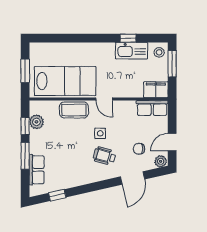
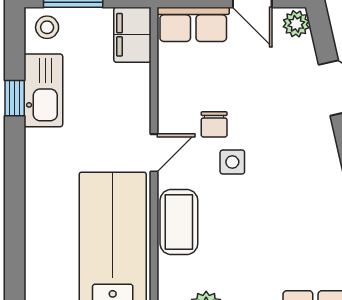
row of seats: (152, 108) -> (193, 24), moved, turned 90
chair: (139, 149) -> (214, 124), moved
wheelchair: (104, 156) -> (284, 152), removed

